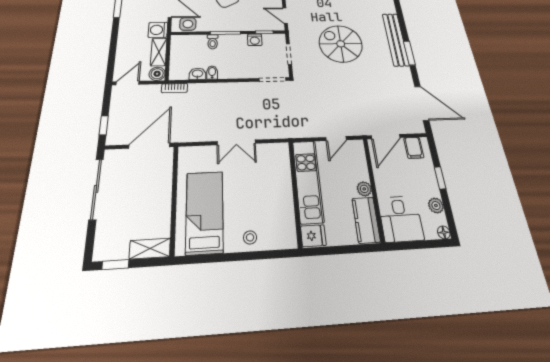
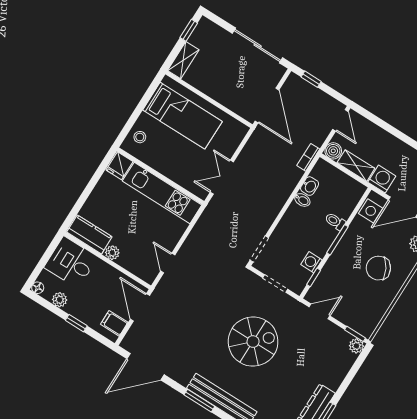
kitchen unit: (308, 181) -> (162, 193), moved
wall: (295, 192) -> (161, 176), moved
fridge: (313, 236) -> (120, 166), moved

